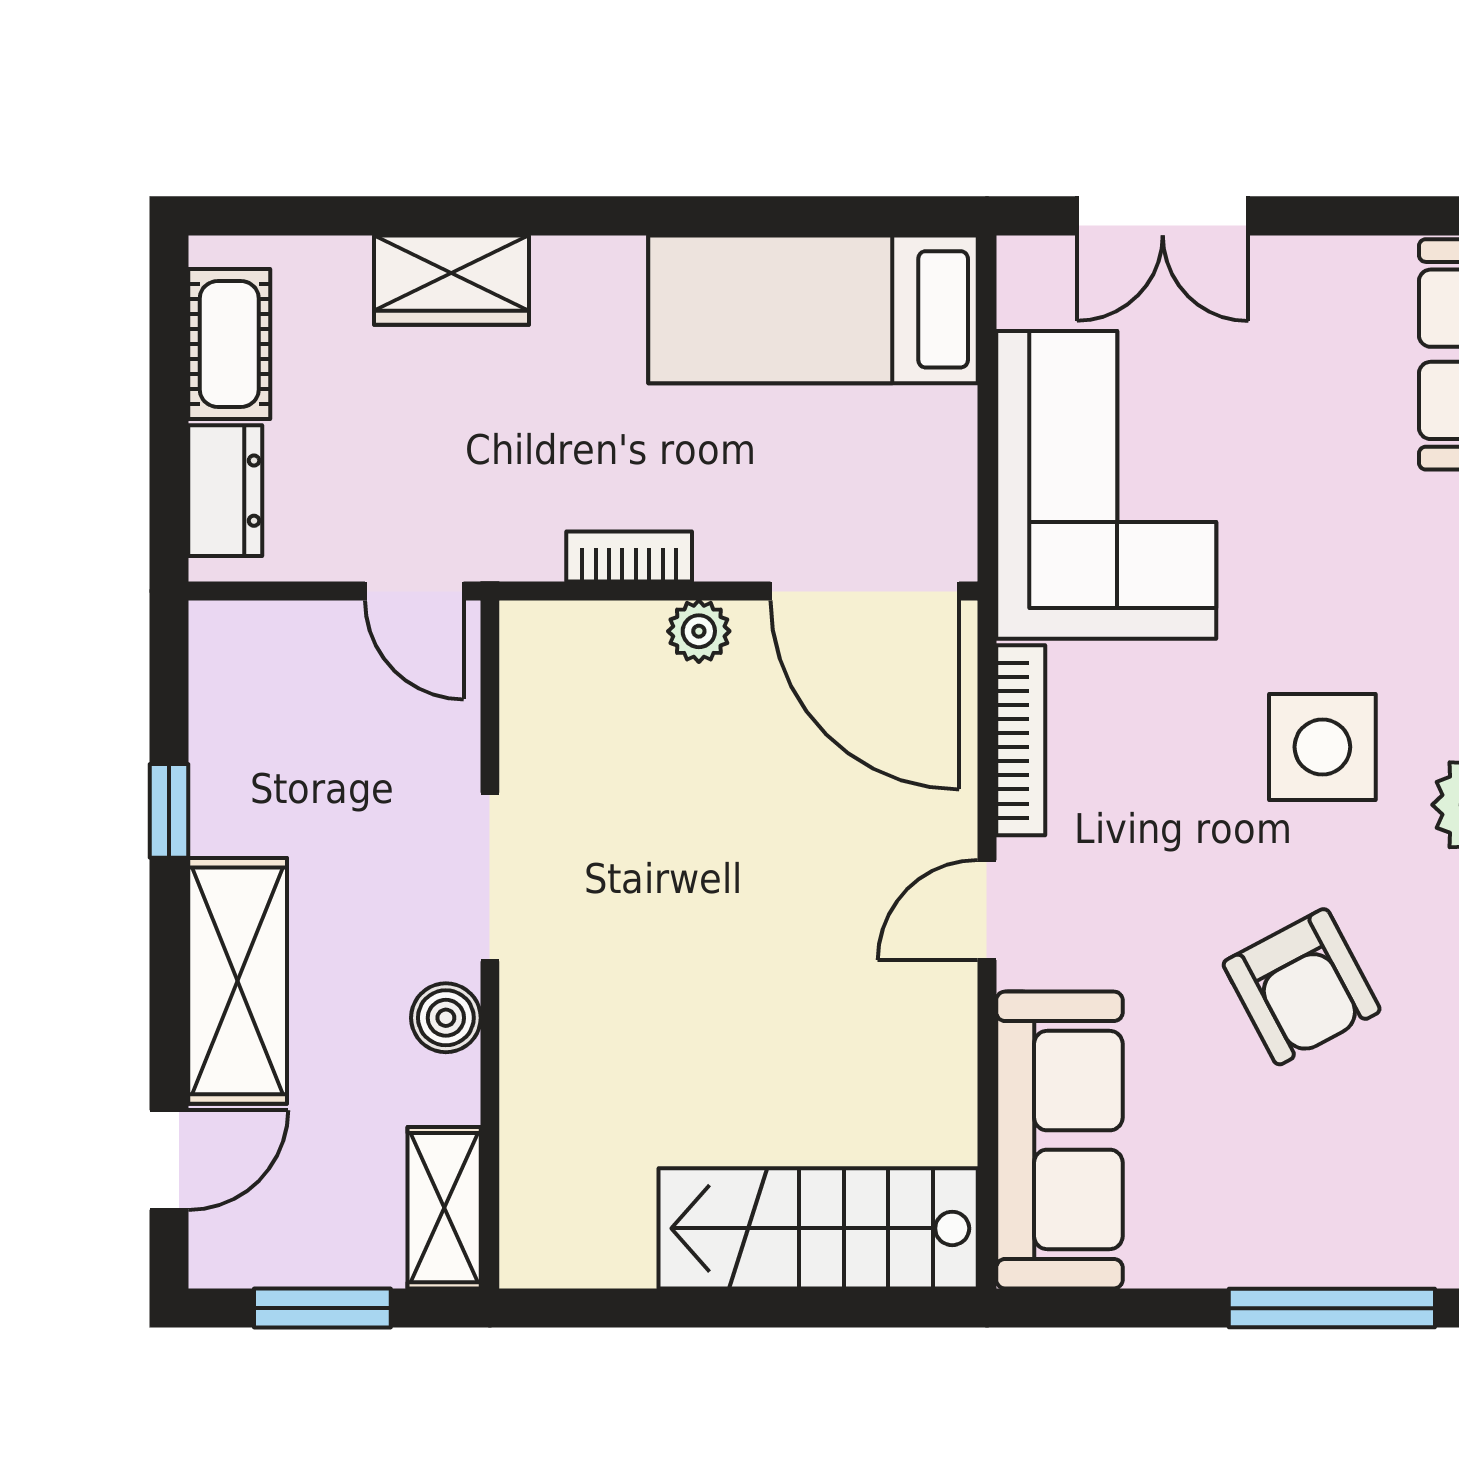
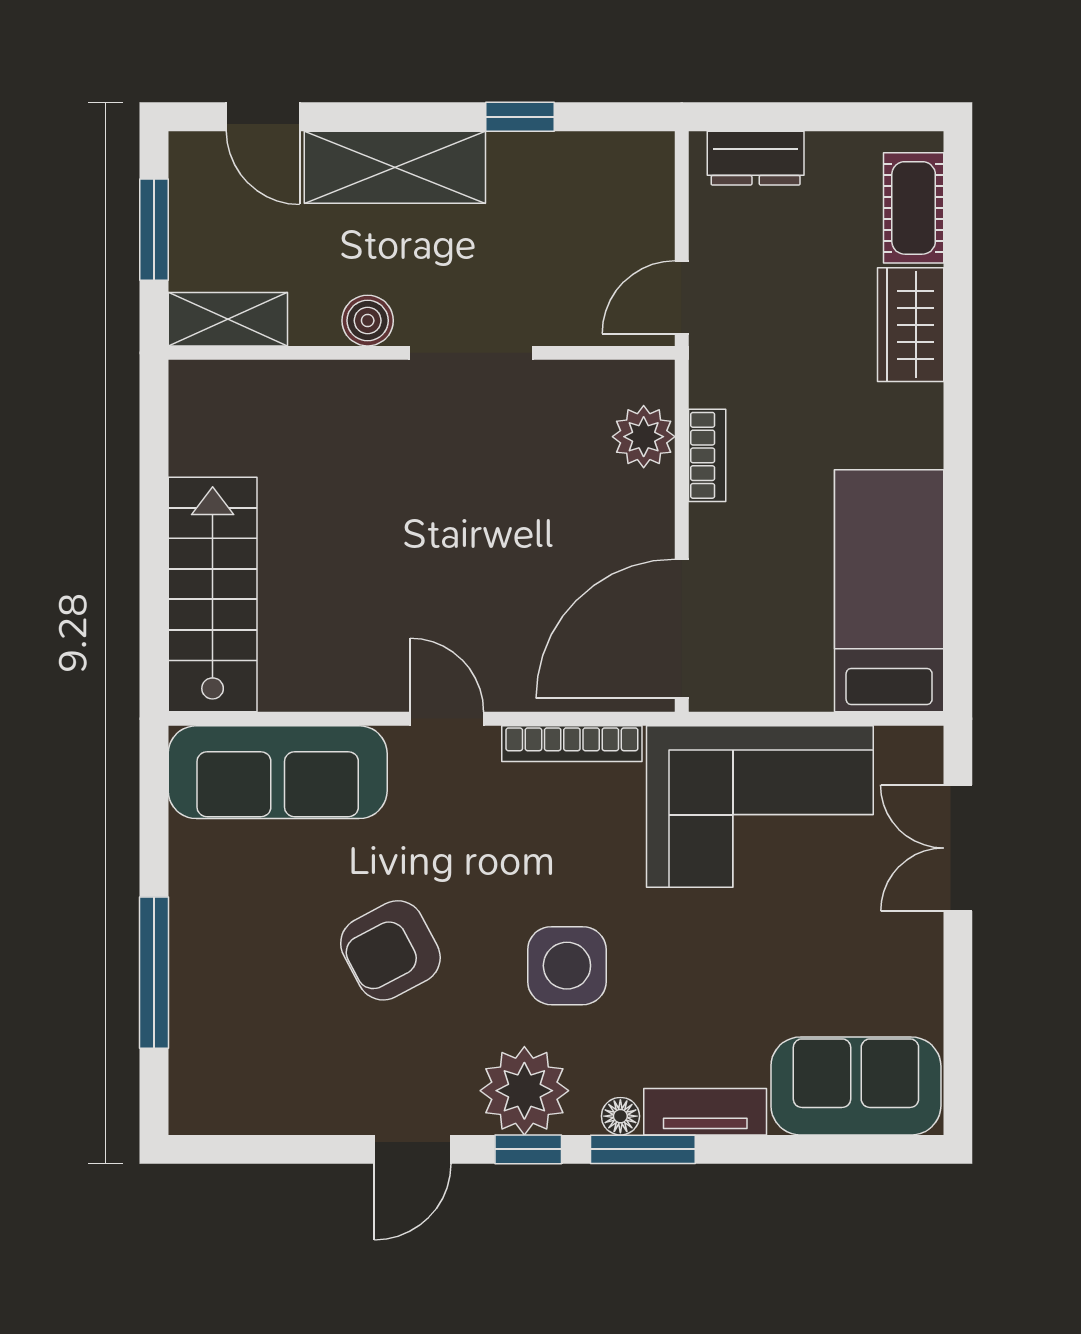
cot: (229, 344) -> (914, 208), moved, turned 90
plant: (699, 631) -> (644, 437), moved, width x1.38, depth x1.38

